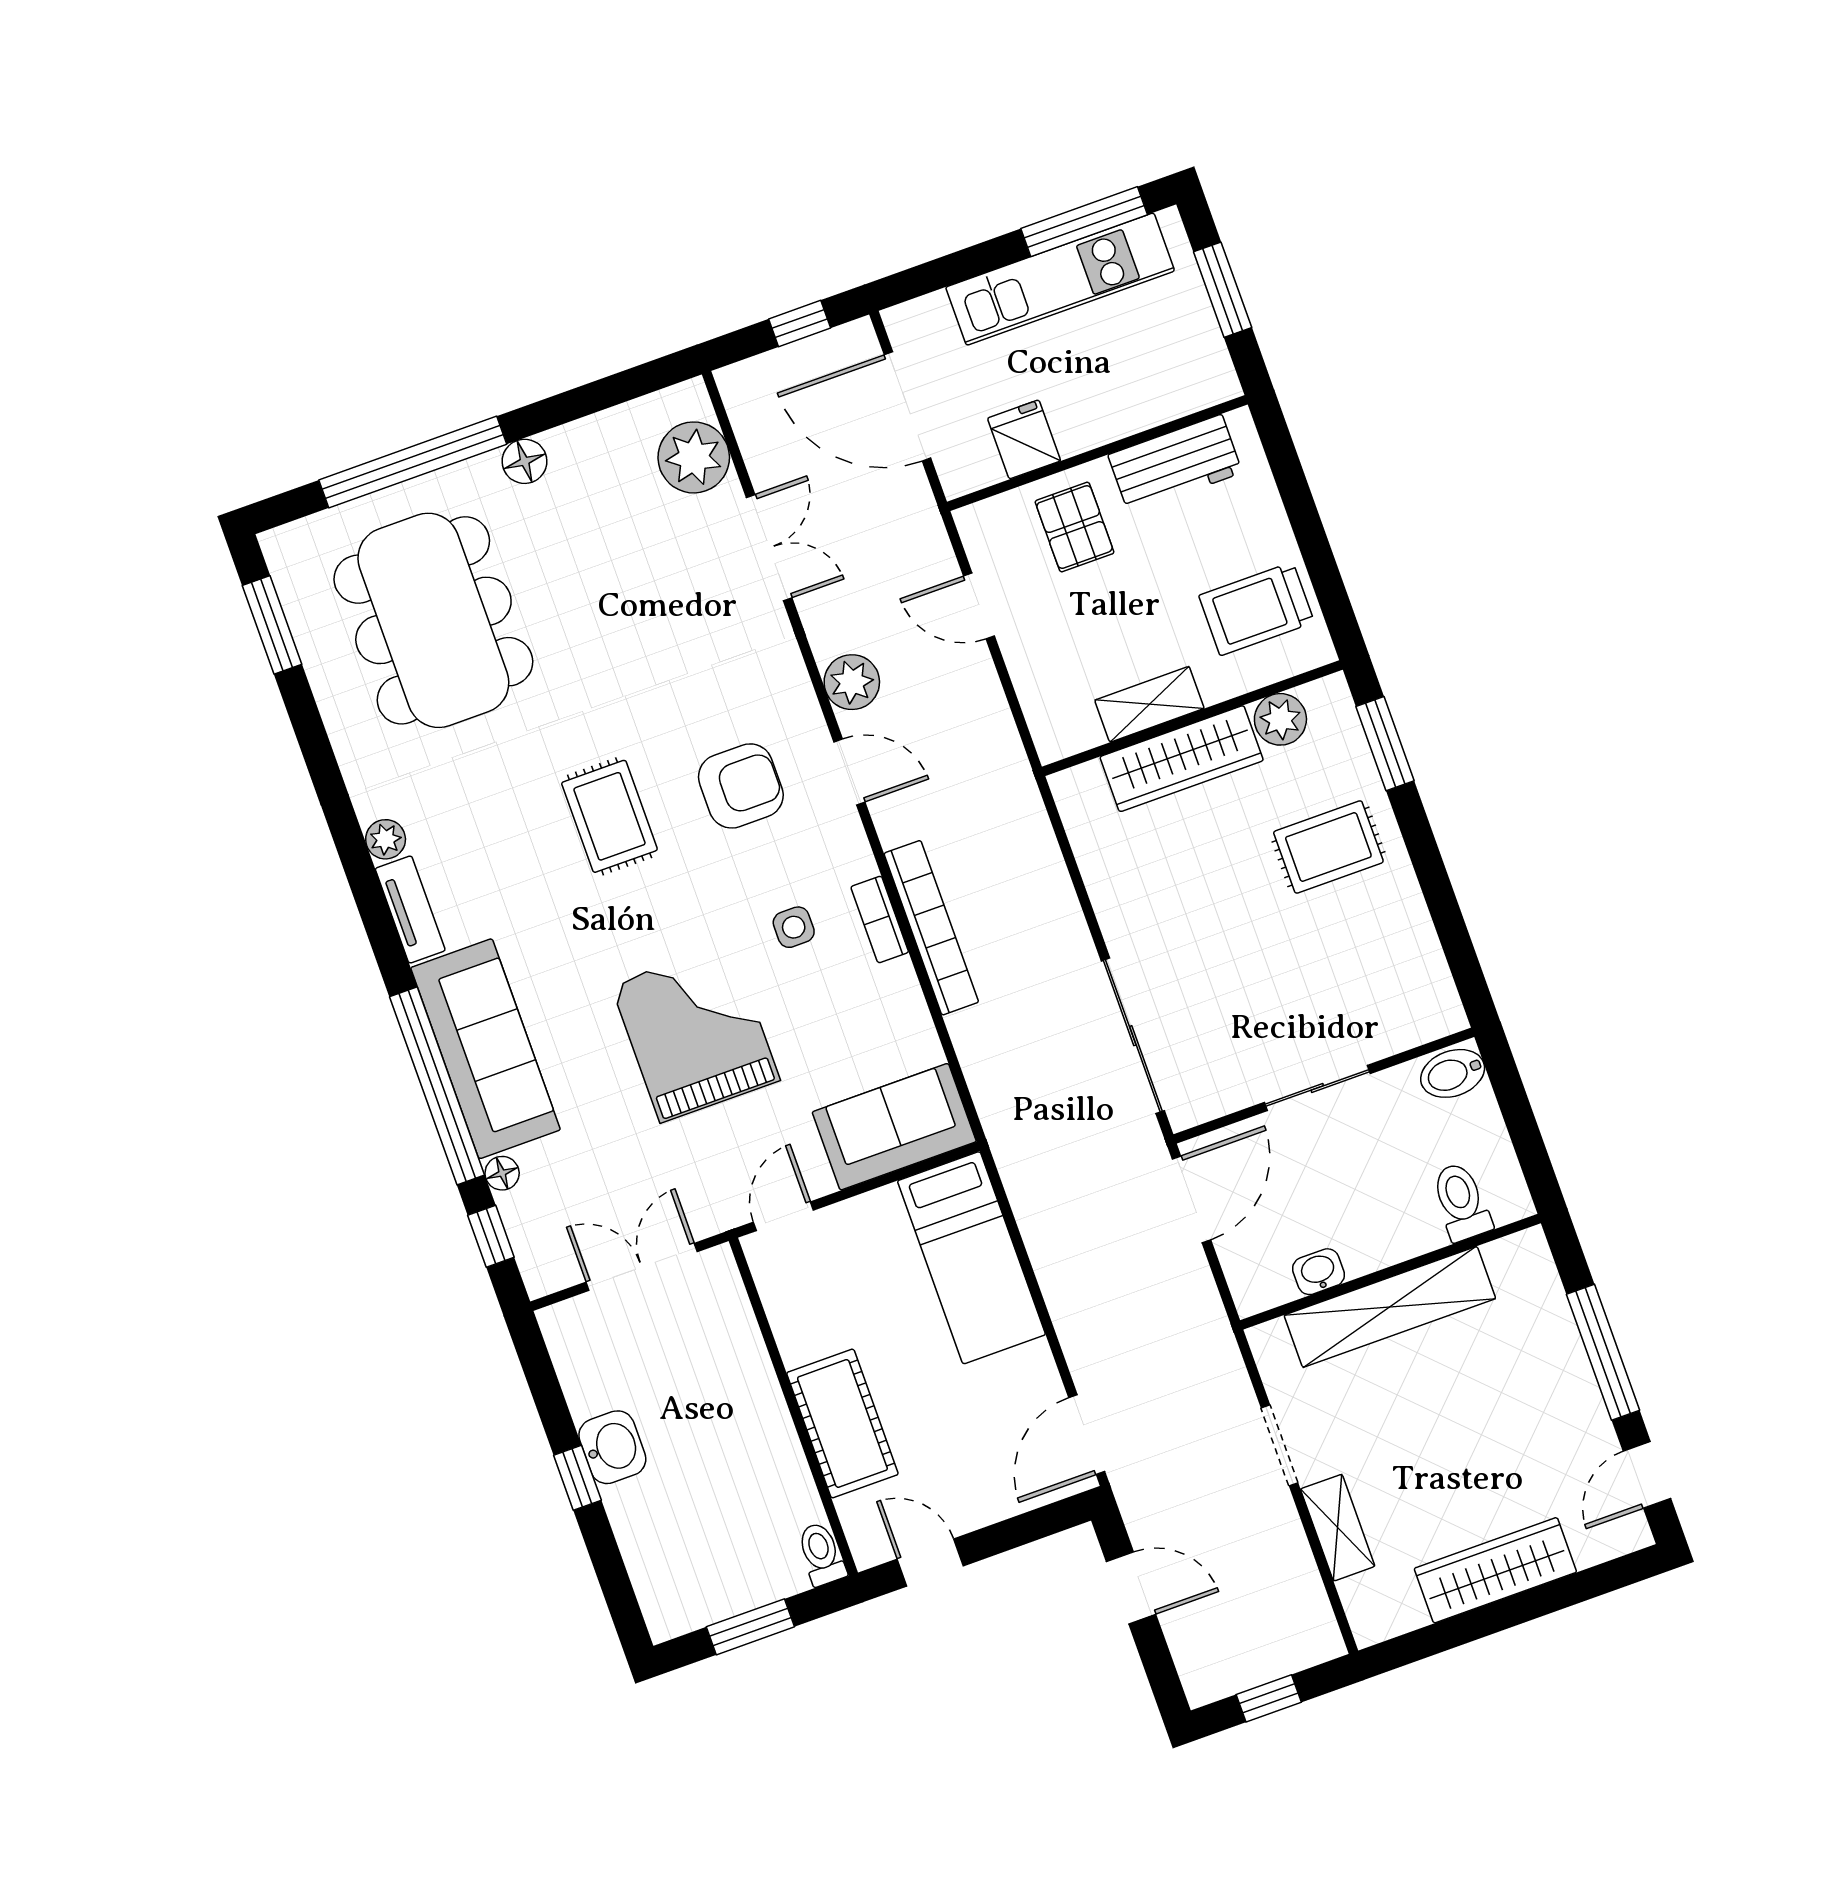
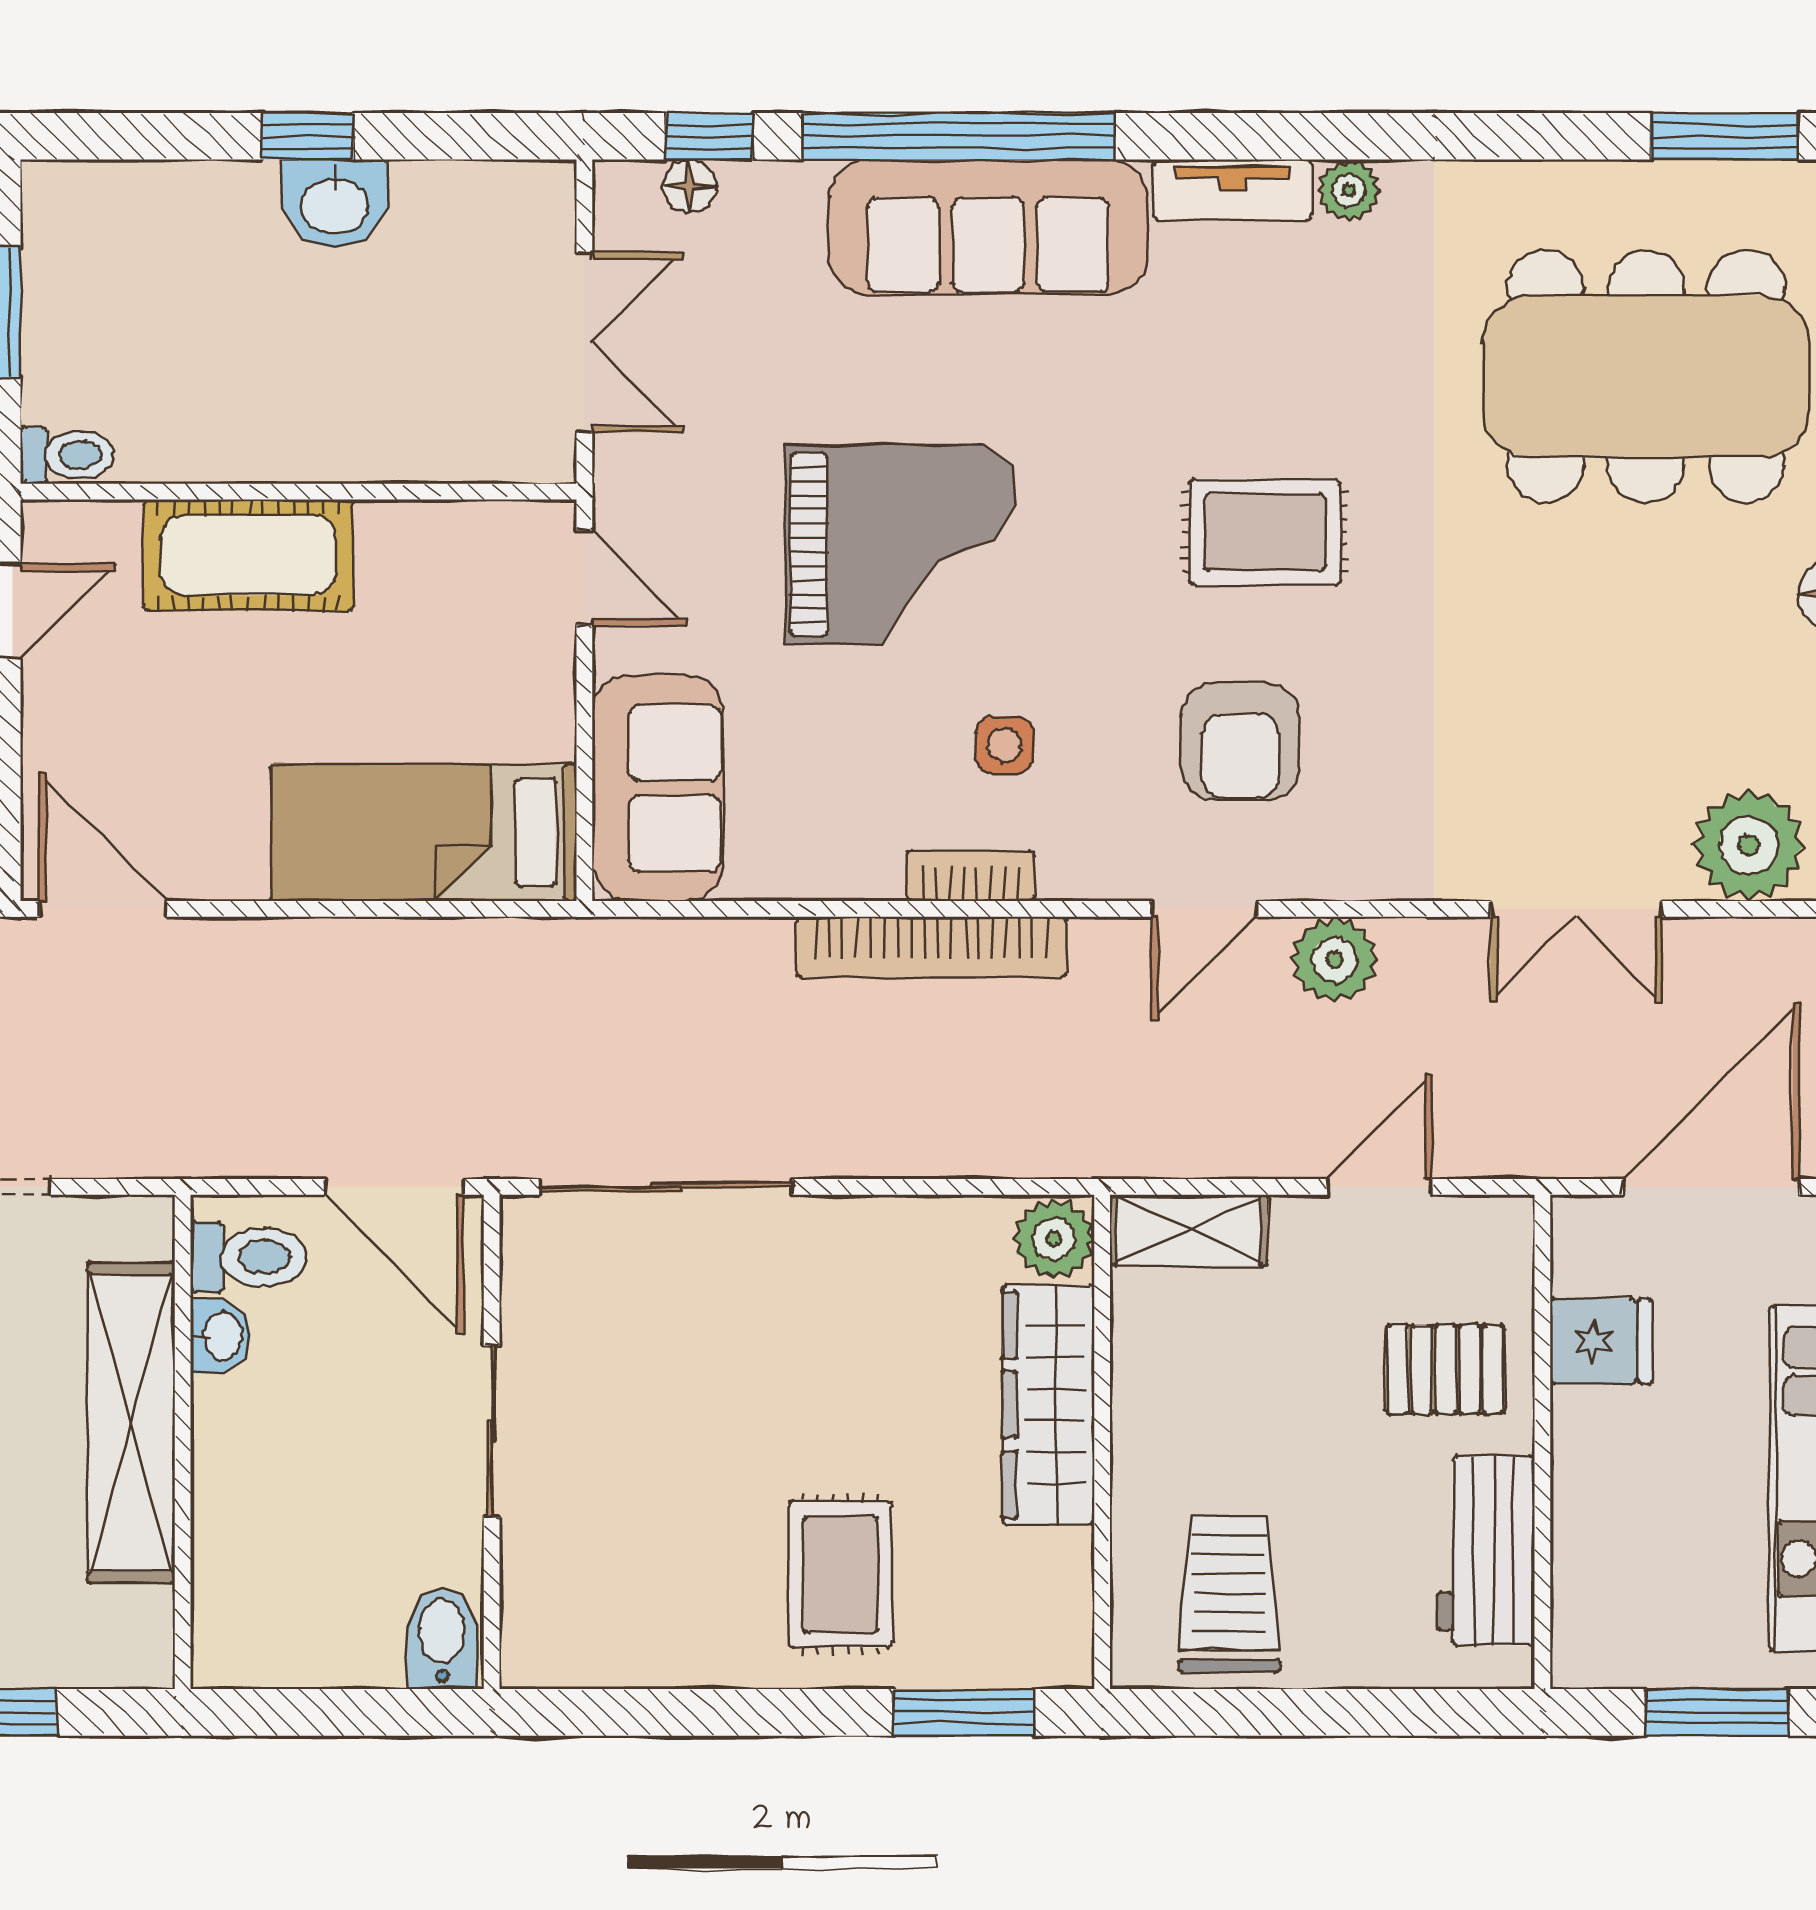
shelving: (1149, 704) -> (1188, 1230), moved, turned 90
plant: (1280, 719) -> (1054, 1239), moved
floor lamp: (502, 1173) -> (689, 186), moved
toilet: (1461, 1202) -> (248, 1257), moved

